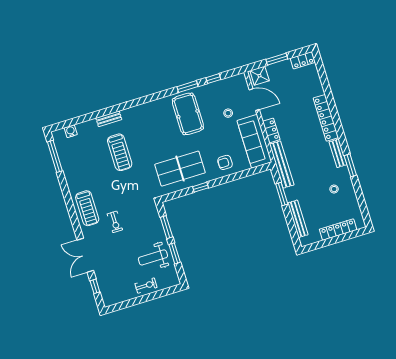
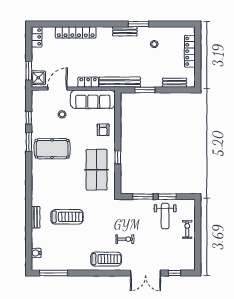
window: (277, 59) -> (29, 71), moved
locker: (326, 118) -> (76, 32), moved
bench: (298, 219) -> (174, 83), width x0.73

